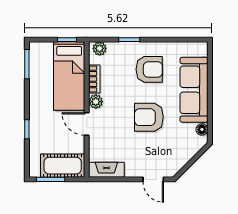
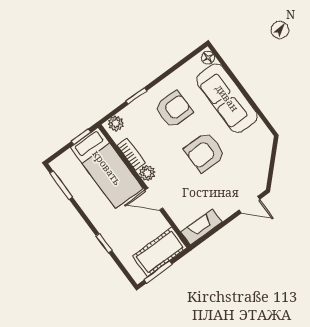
floor lamp: (202, 129) -> (208, 58), moved

